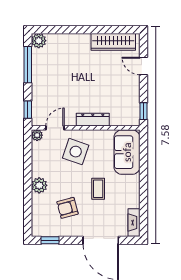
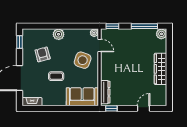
wardrobe: (113, 42) -> (161, 69), moved
dresser: (93, 120) -> (105, 92), moved

